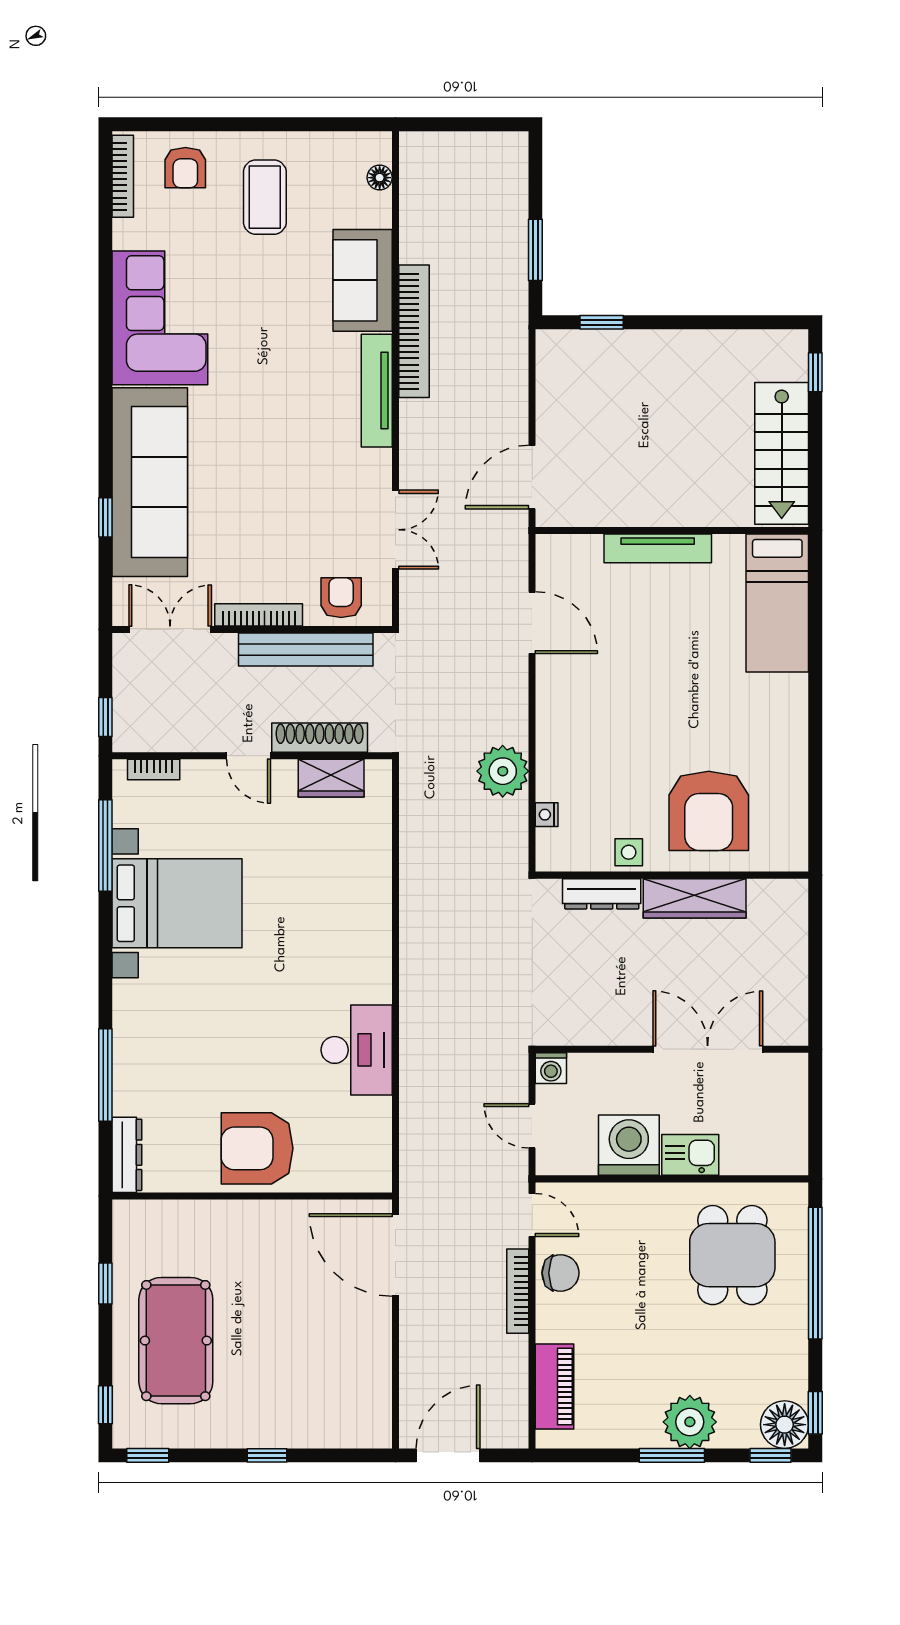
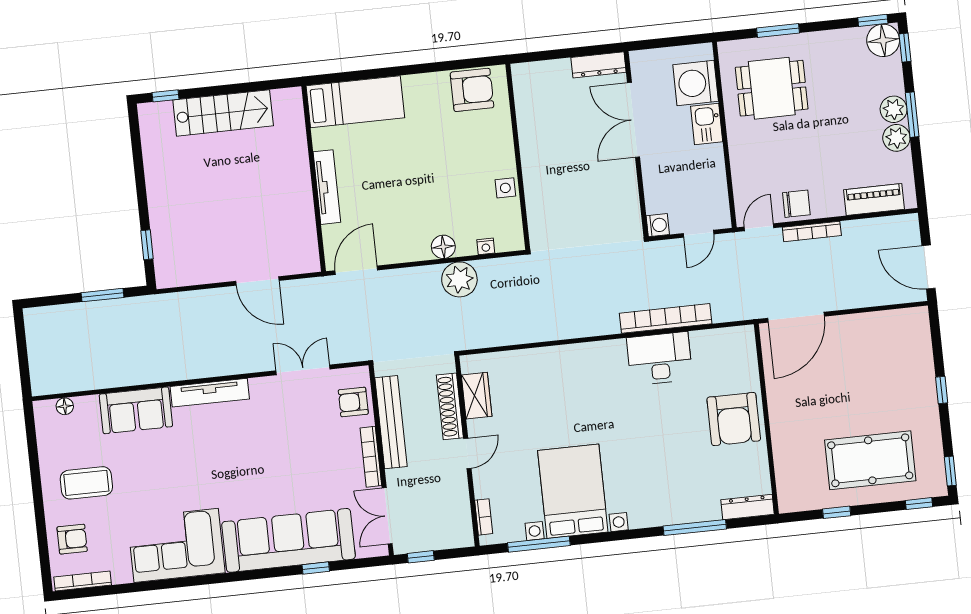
bookcase: (414, 331) -> (666, 318), moved
wall: (672, 530) -> (314, 179), moved
tv unit: (658, 548) -> (327, 187), moved
bed: (777, 603) -> (355, 102), moved
window: (105, 717) -> (421, 557), moved
floor lamp: (553, 753) -> (443, 247), added
armchair: (709, 811) -> (472, 90), moved, width x0.73, depth x0.73
dresser: (602, 894) -> (598, 65), moved, turned 90
wardrobe: (695, 898) -> (532, 140), removed
washing machine: (629, 1145) -> (696, 83), moved
chair: (560, 1273) -> (796, 204), turned 90
window: (815, 1273) -> (778, 30), width x0.47
plant: (690, 1422) -> (894, 109), width x0.73, depth x0.73
plant: (641, 1429) -> (896, 138), added

